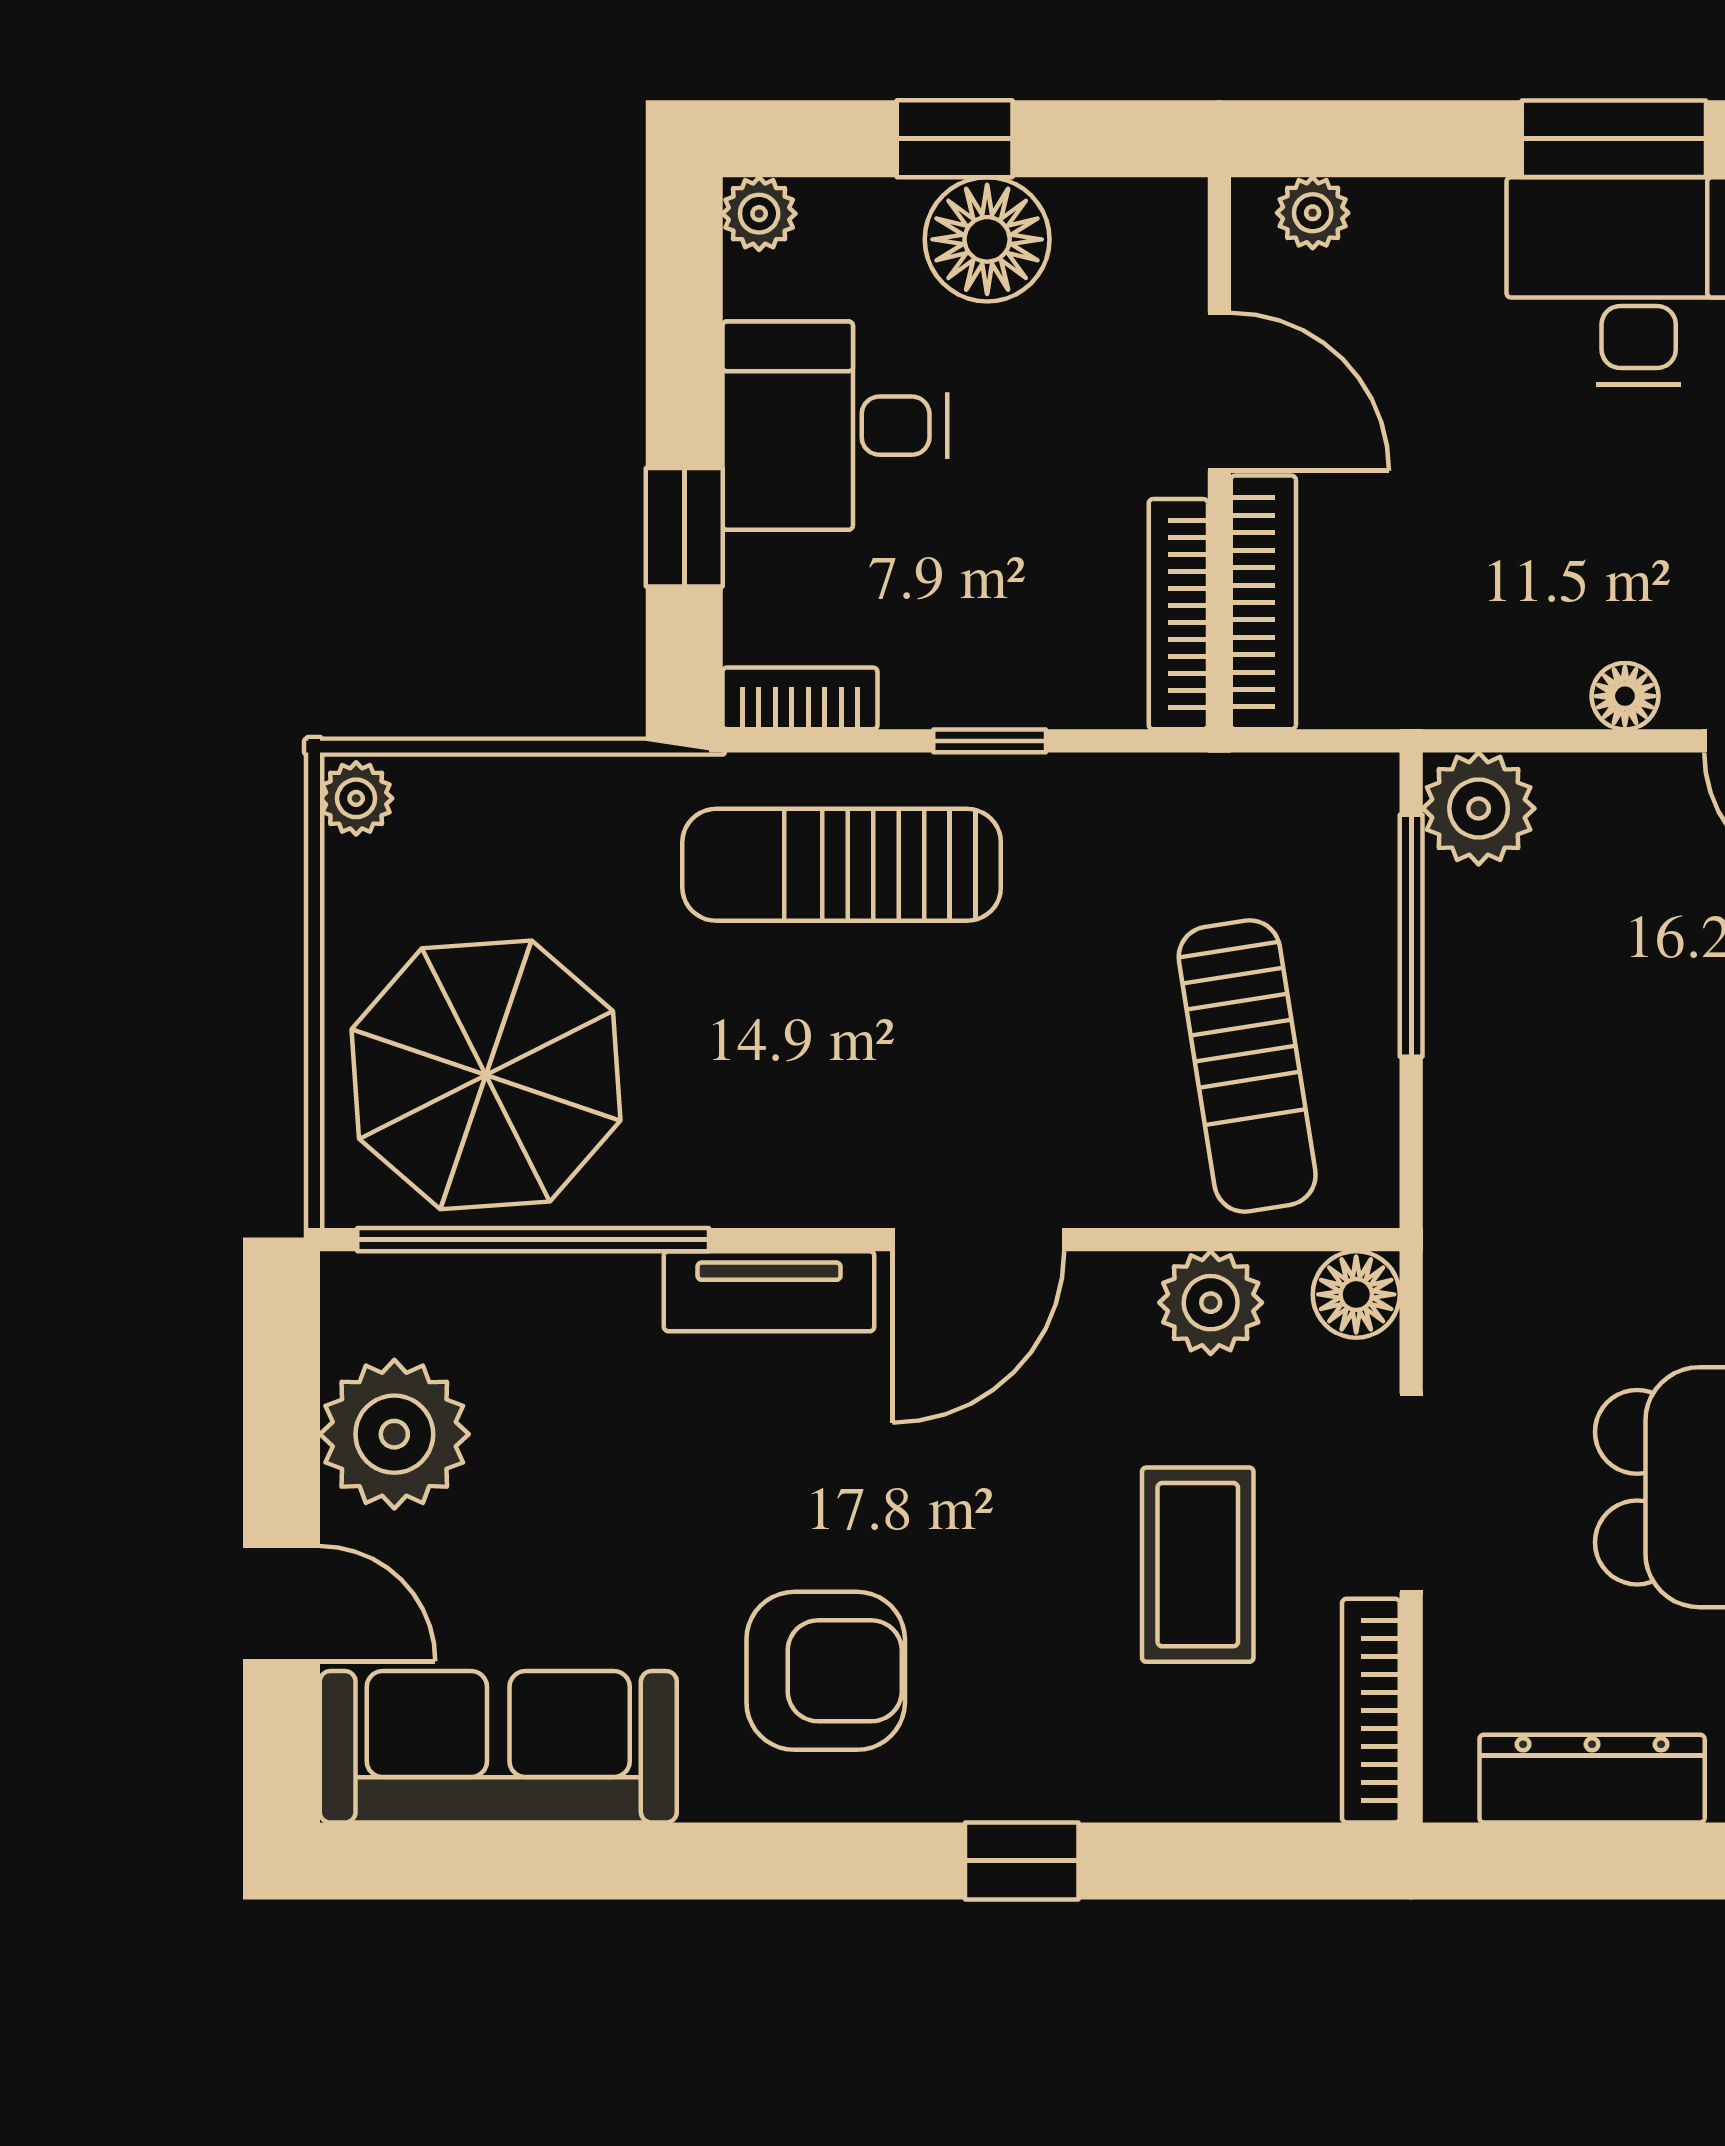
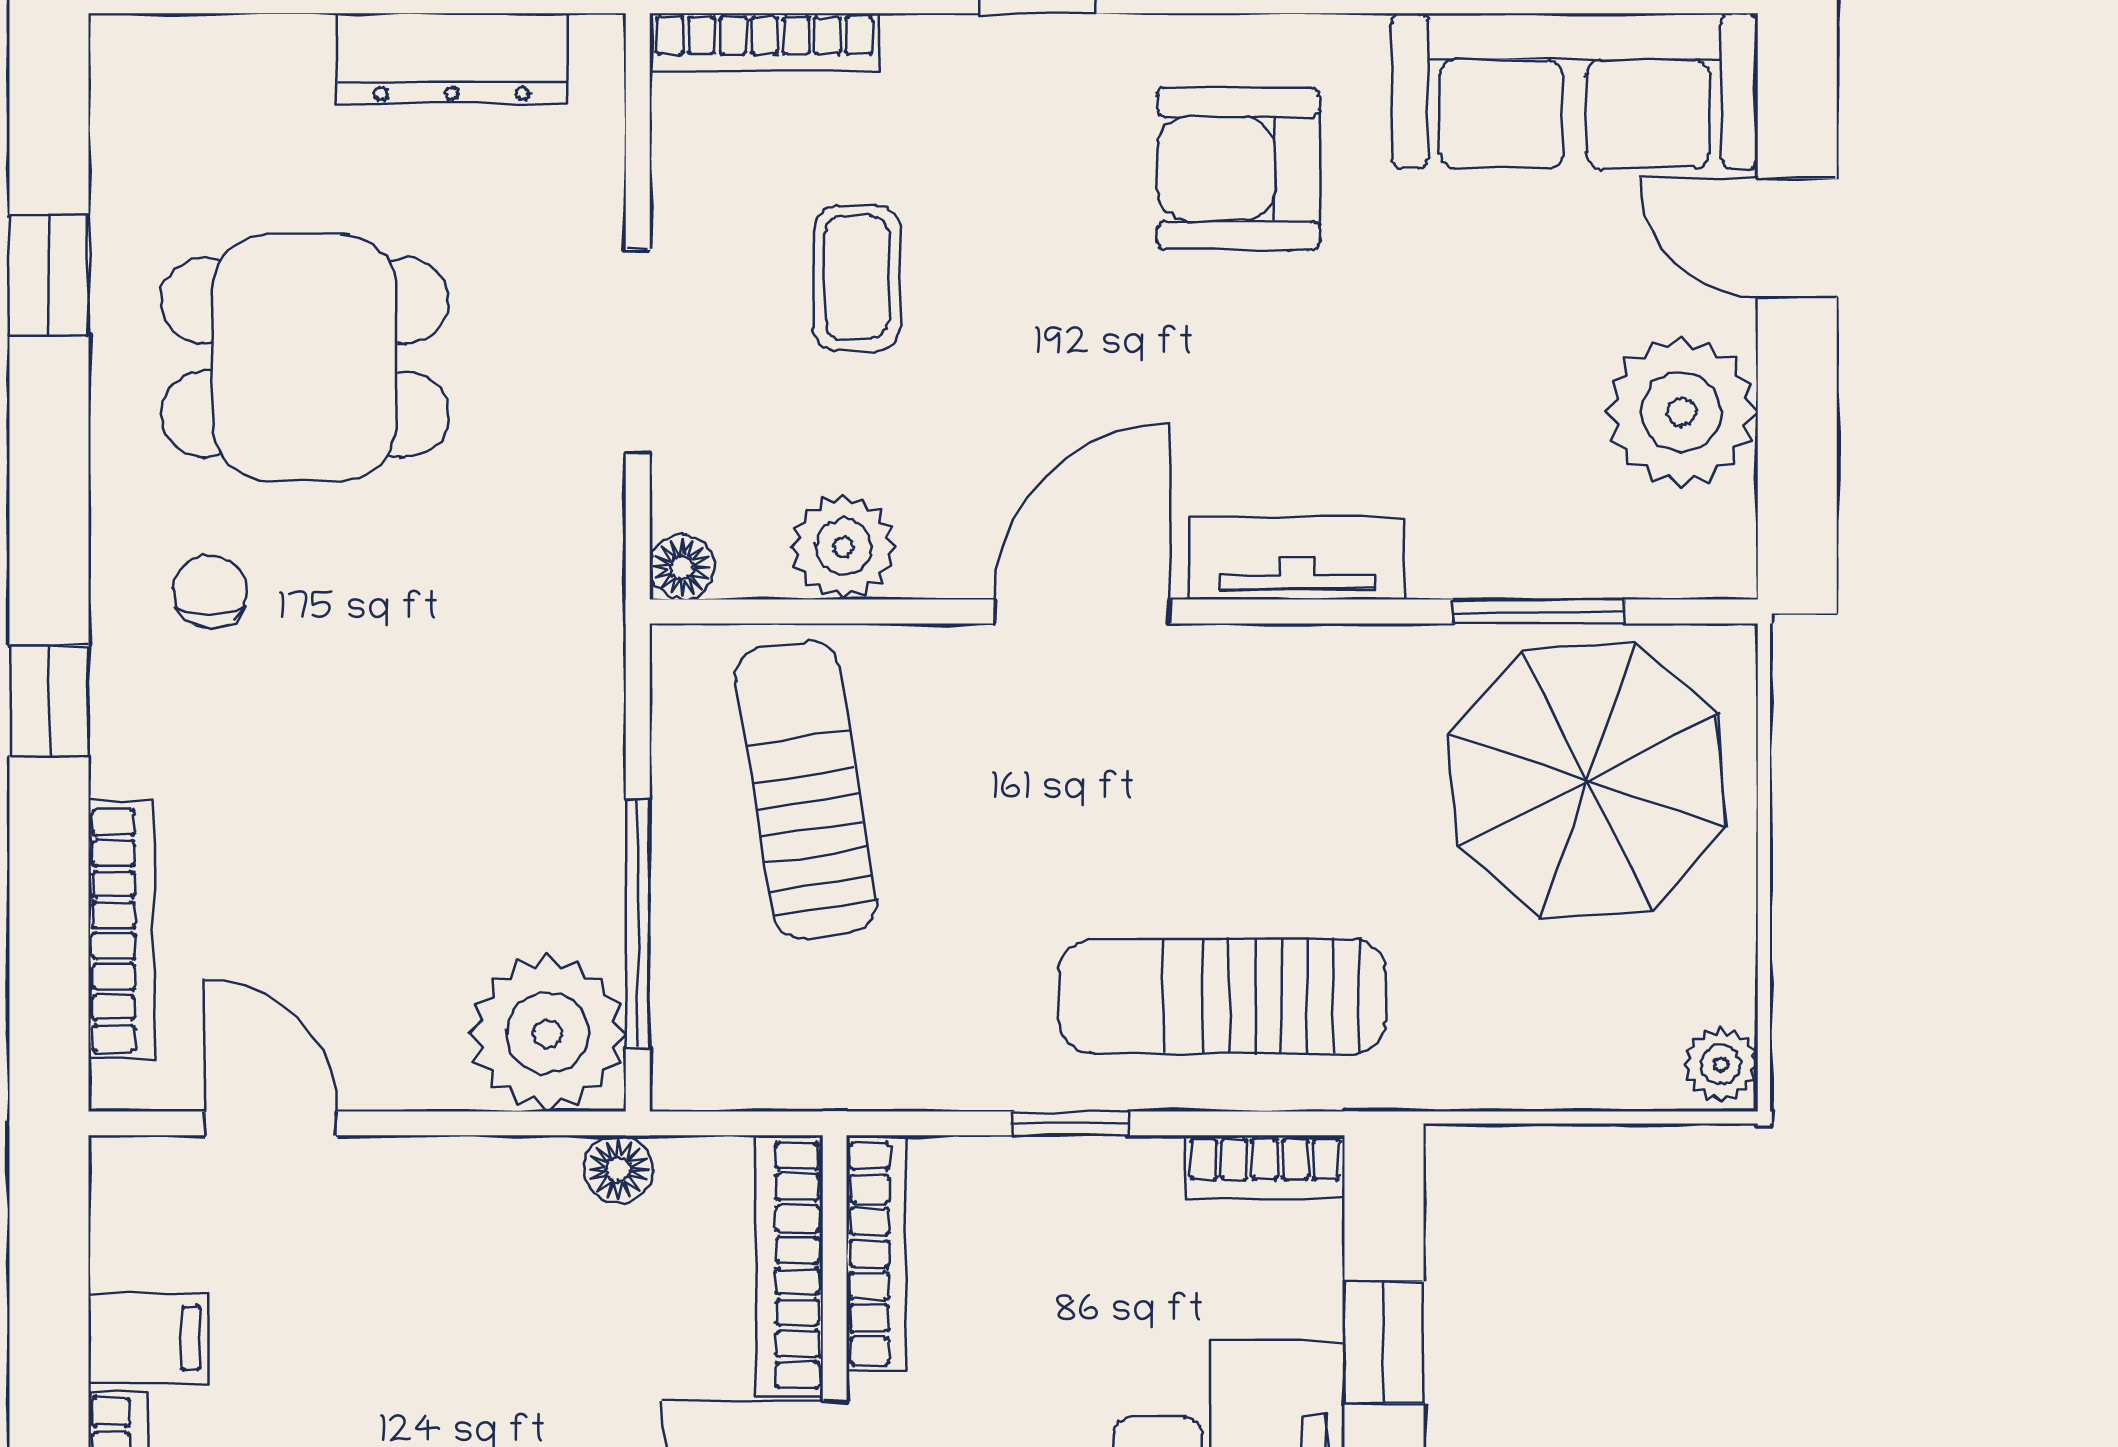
floor lamp: (1625, 696) -> (618, 1169), moved
plant: (1479, 808) -> (548, 1033), width x1.36, depth x1.36
sun lounger: (842, 865) -> (1222, 996), turned 180
window: (533, 1240) -> (1539, 612), width x0.47
floor lamp: (1356, 1294) -> (682, 567), width x0.73, depth x0.73
coffee table: (1198, 1565) -> (857, 278), width x0.73, depth x0.77
bookcase: (1371, 1711) -> (765, 42), moved, turned 90

